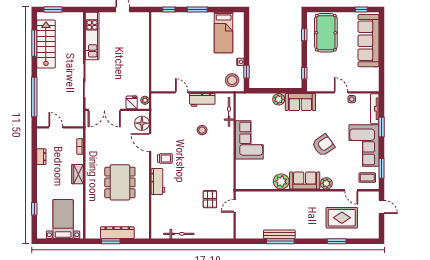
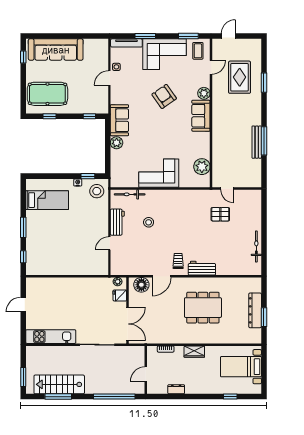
plant: (281, 181) -> (202, 167), moved

